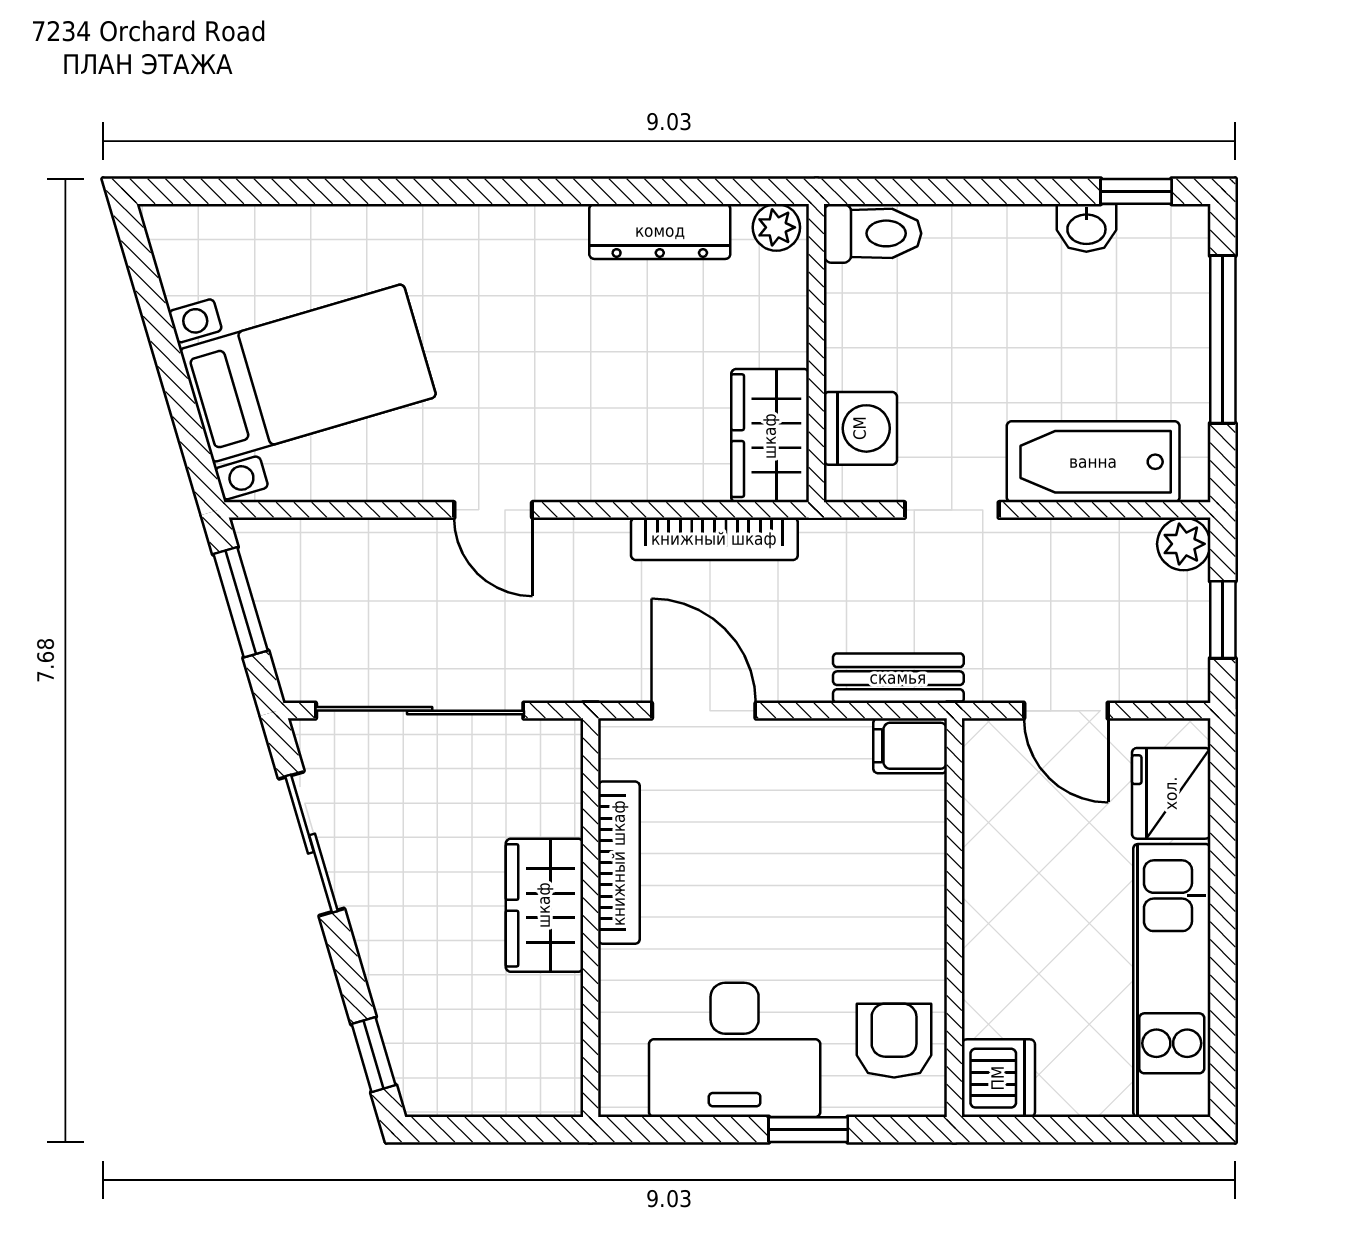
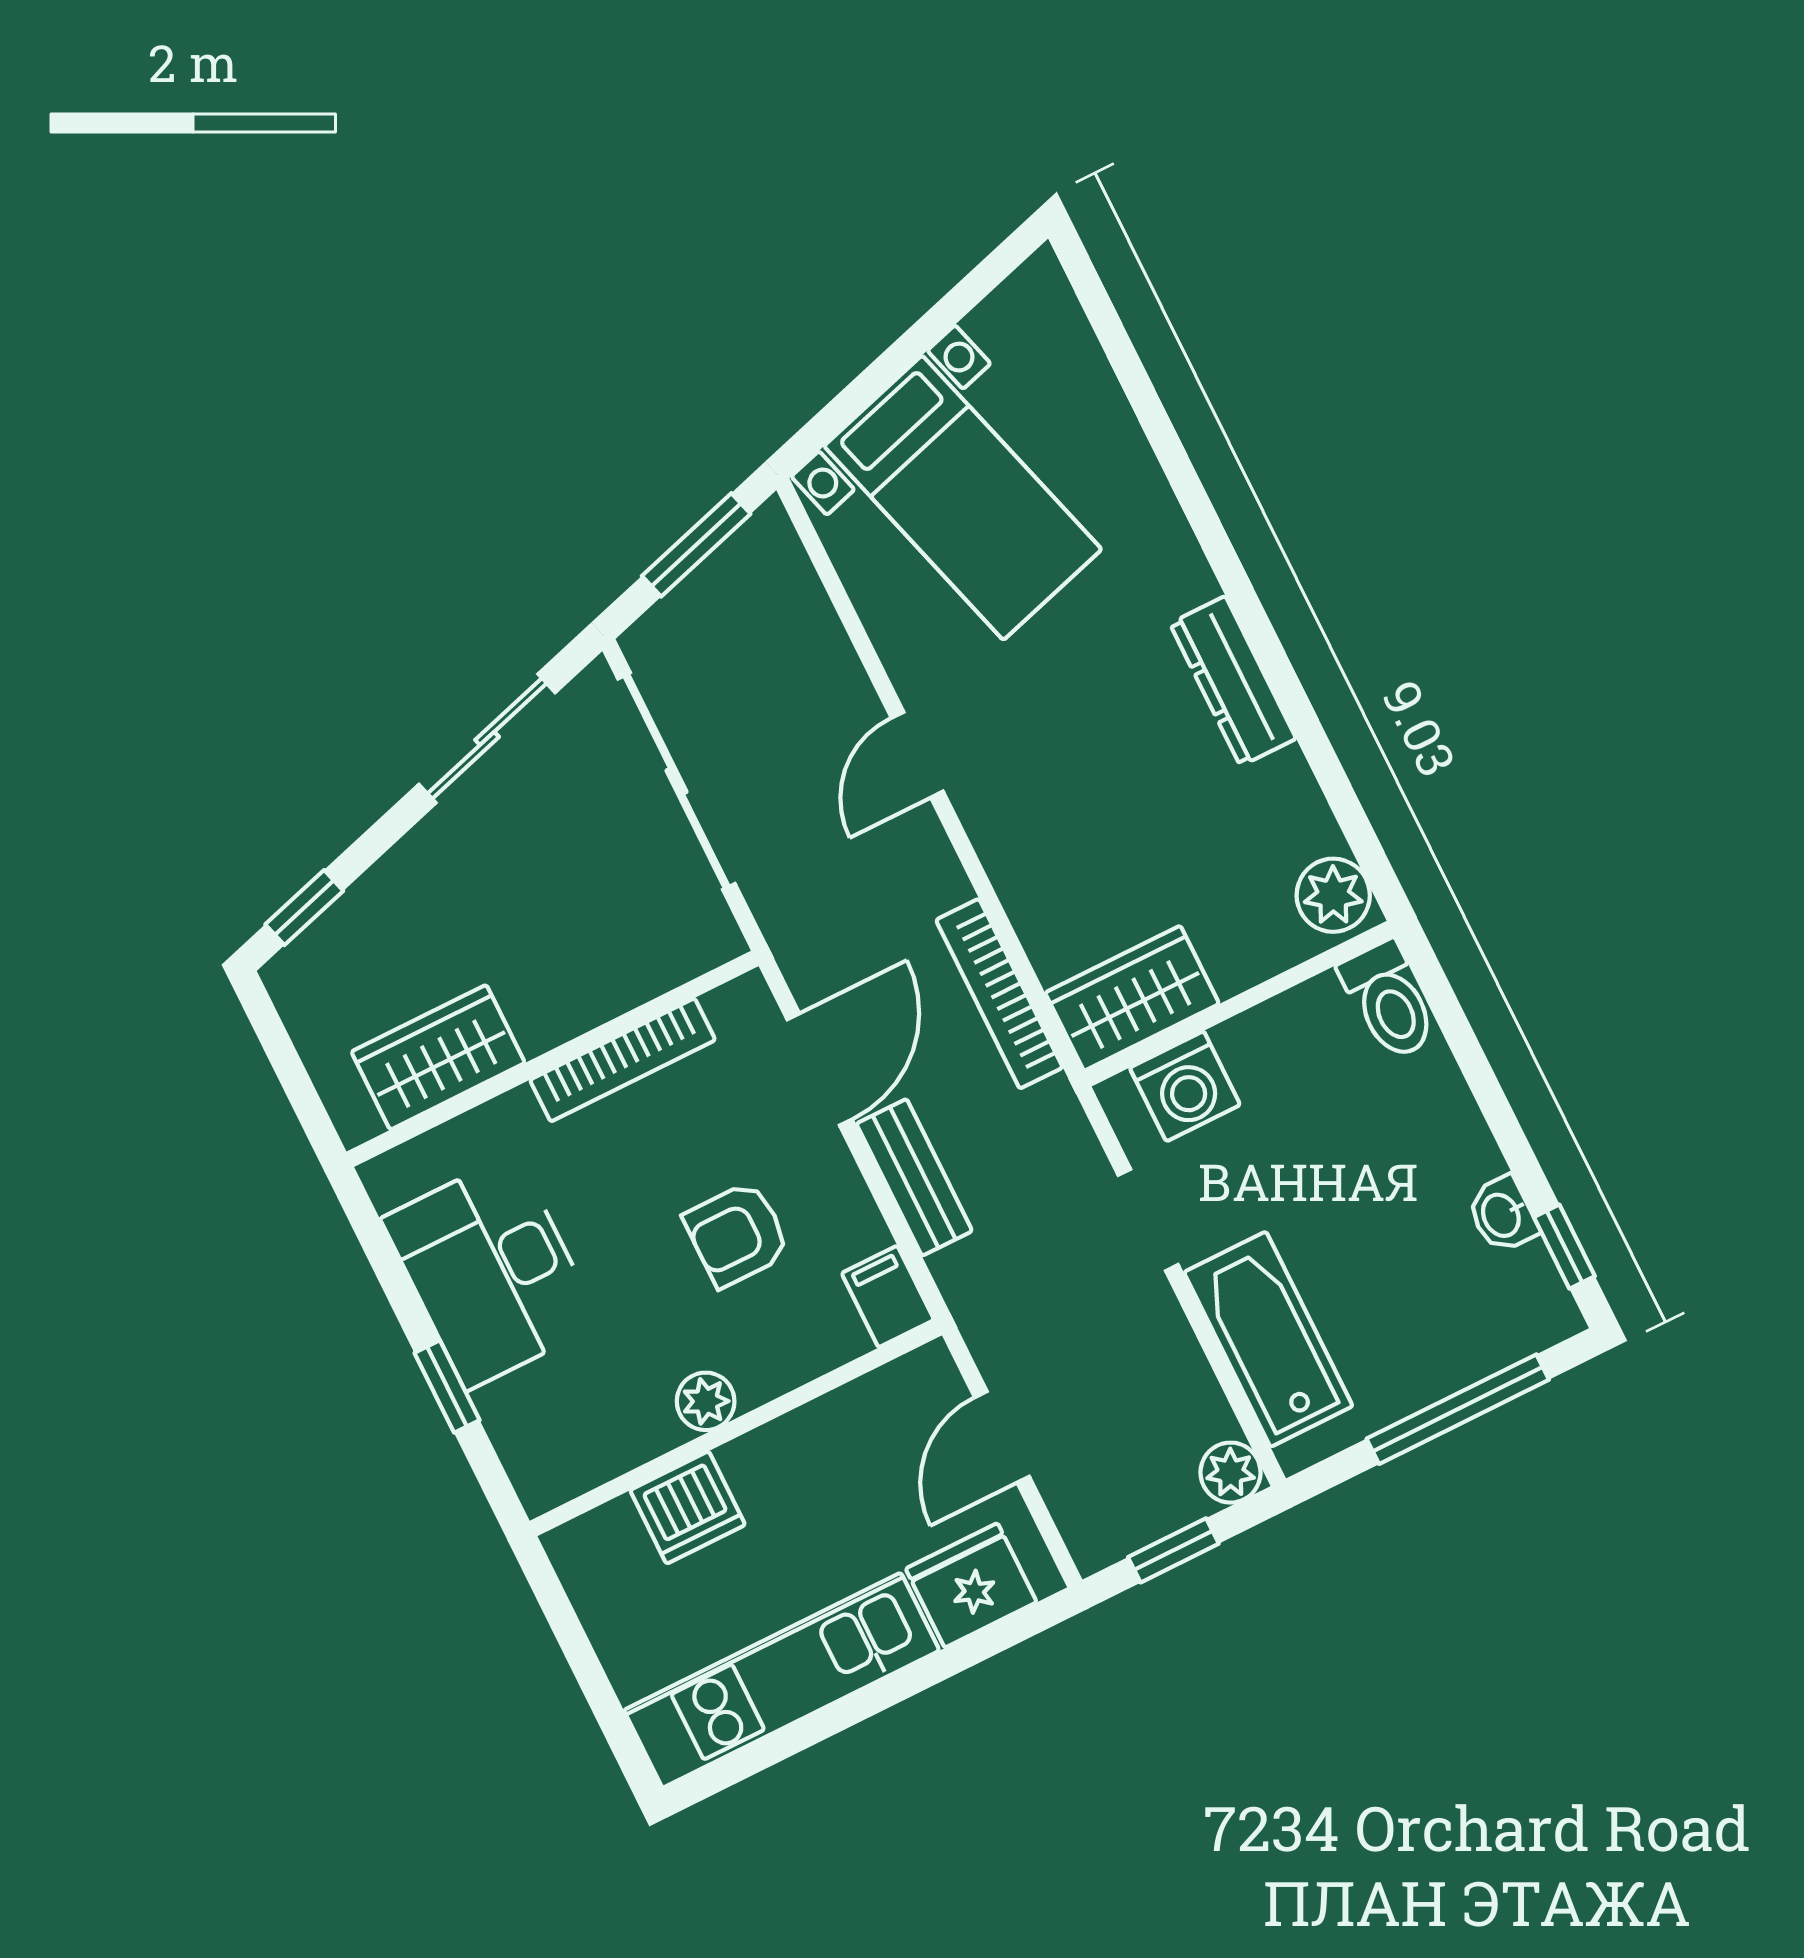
plant: (776, 227) -> (1333, 895), width x1.38, depth x1.38
dresser: (660, 231) -> (1233, 681), moved
bench: (898, 678) -> (914, 1177), moved
wardrobe: (544, 905) -> (438, 1057), moved
plant: (921, 931) -> (706, 1401), added
armchair: (894, 1041) -> (737, 1234), moved, turned 180
dishwasher: (998, 1078) -> (688, 1508), moved

